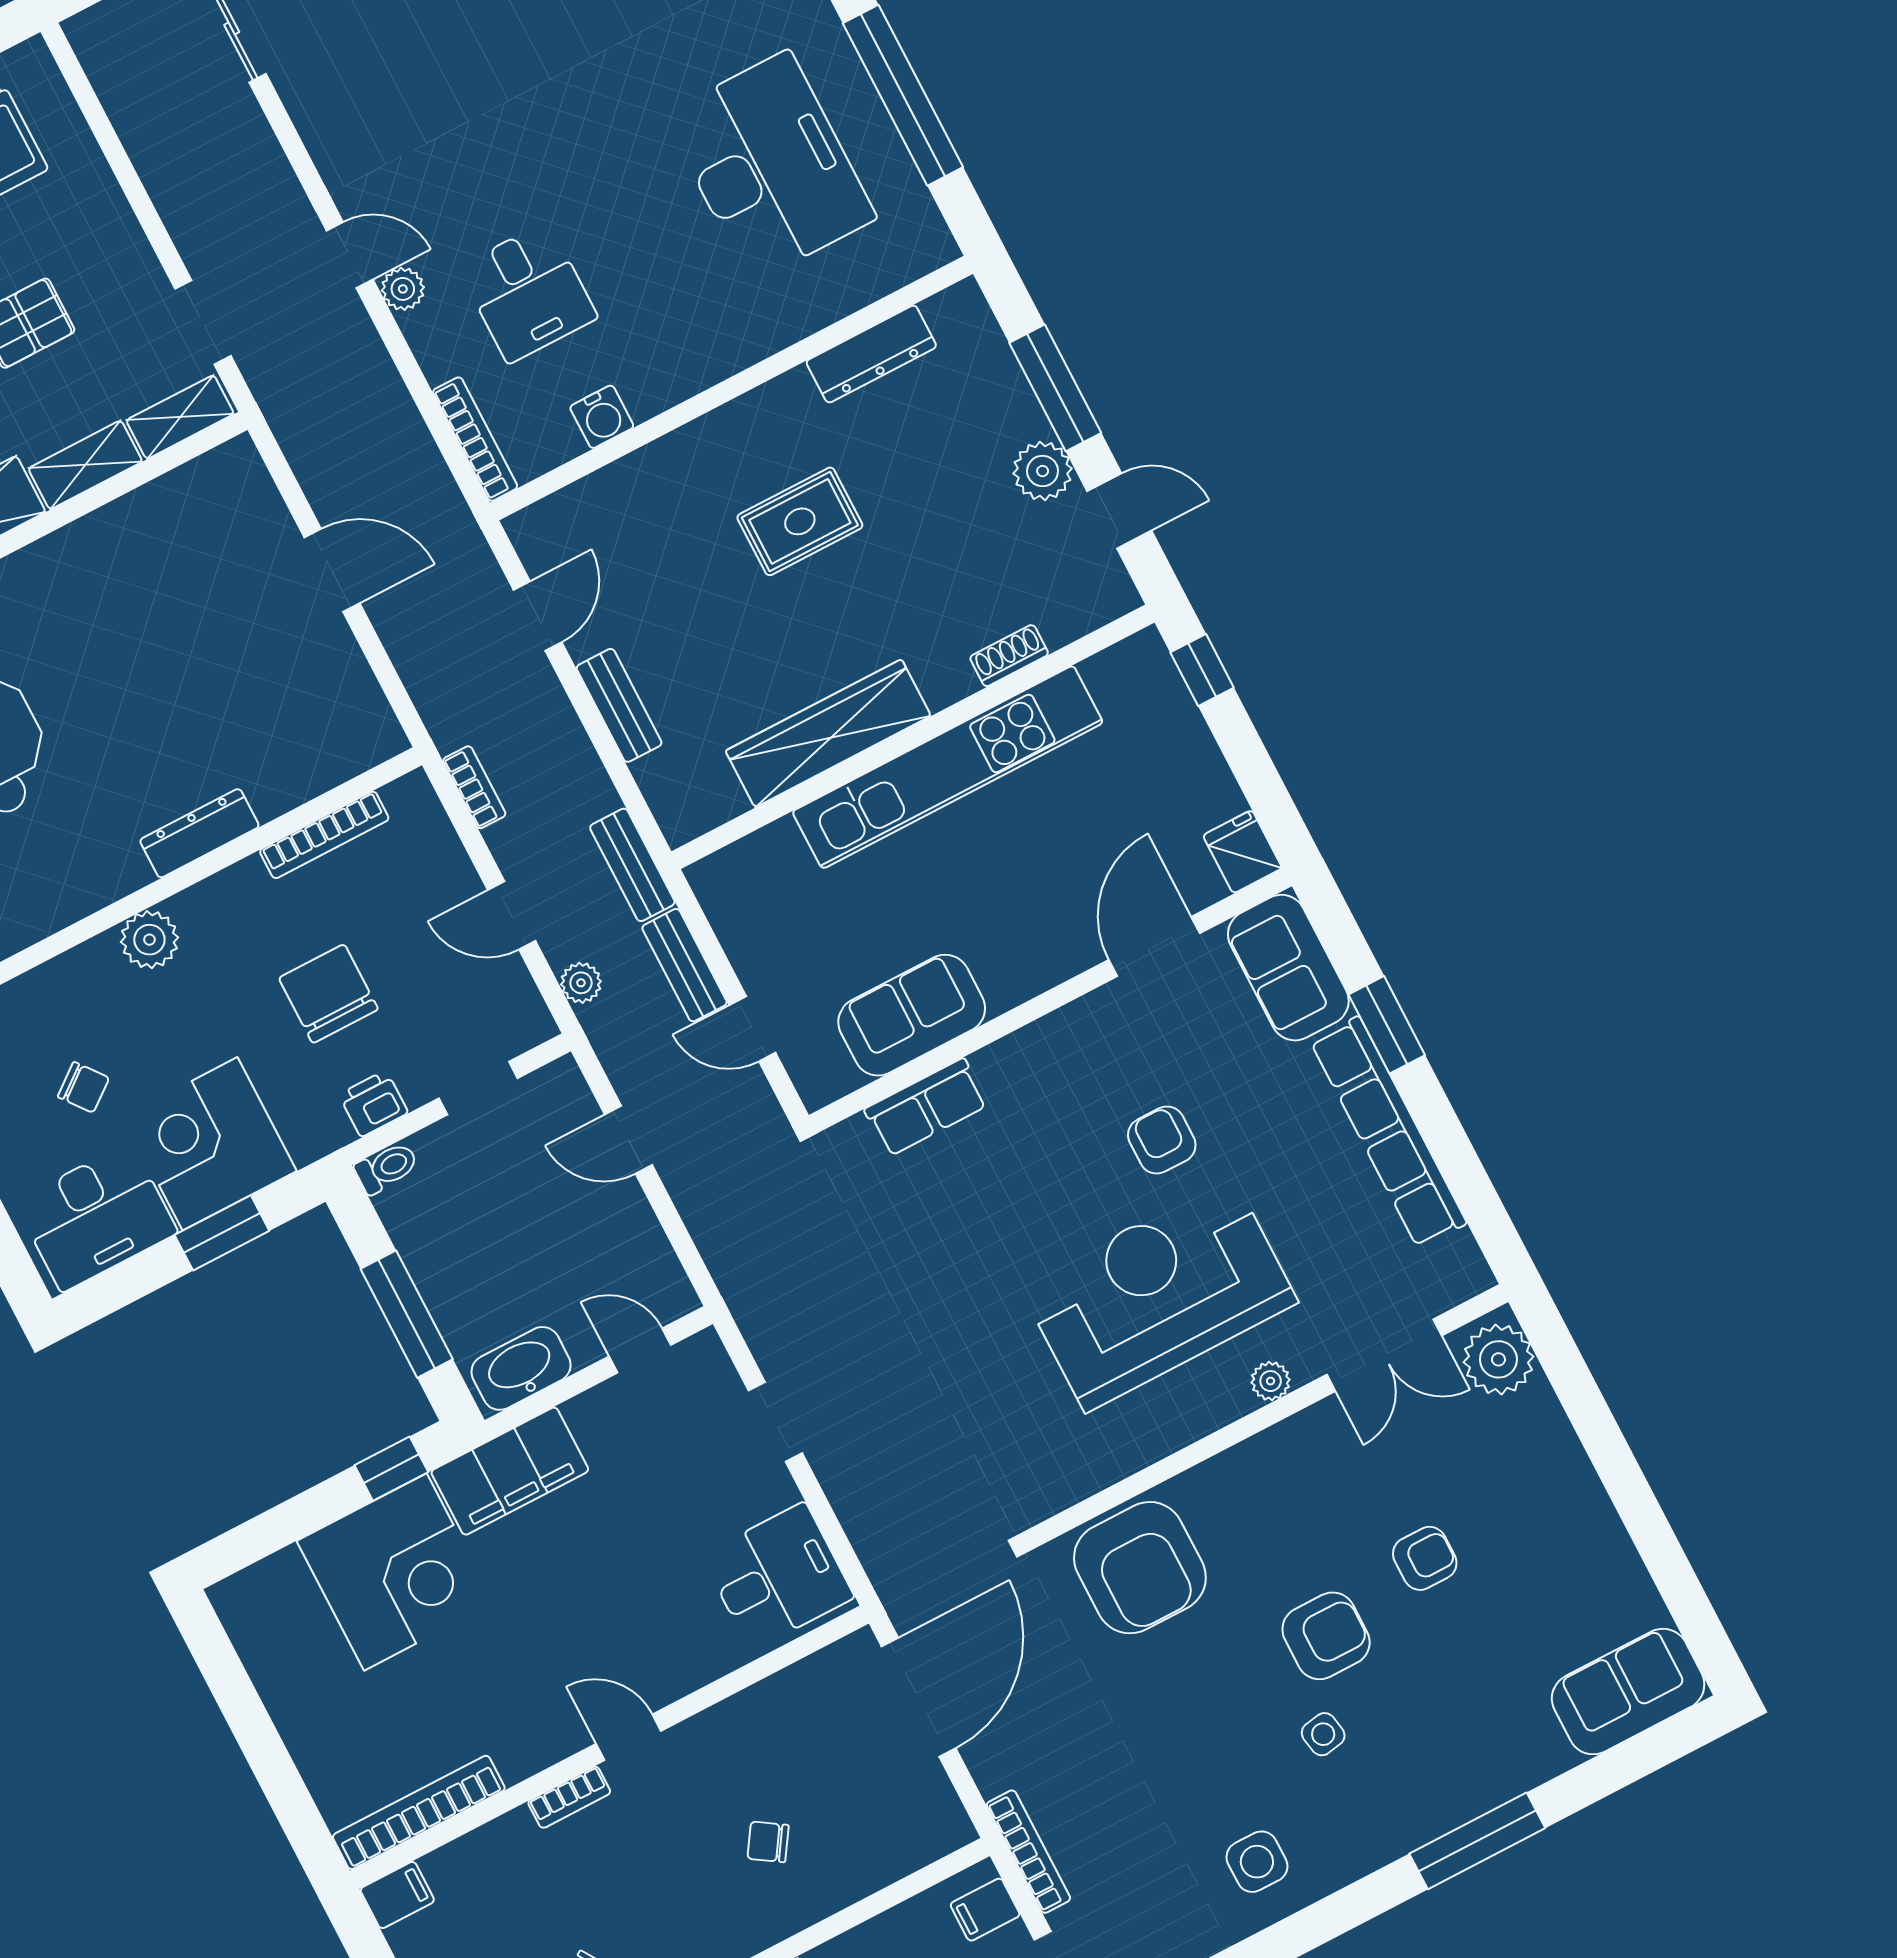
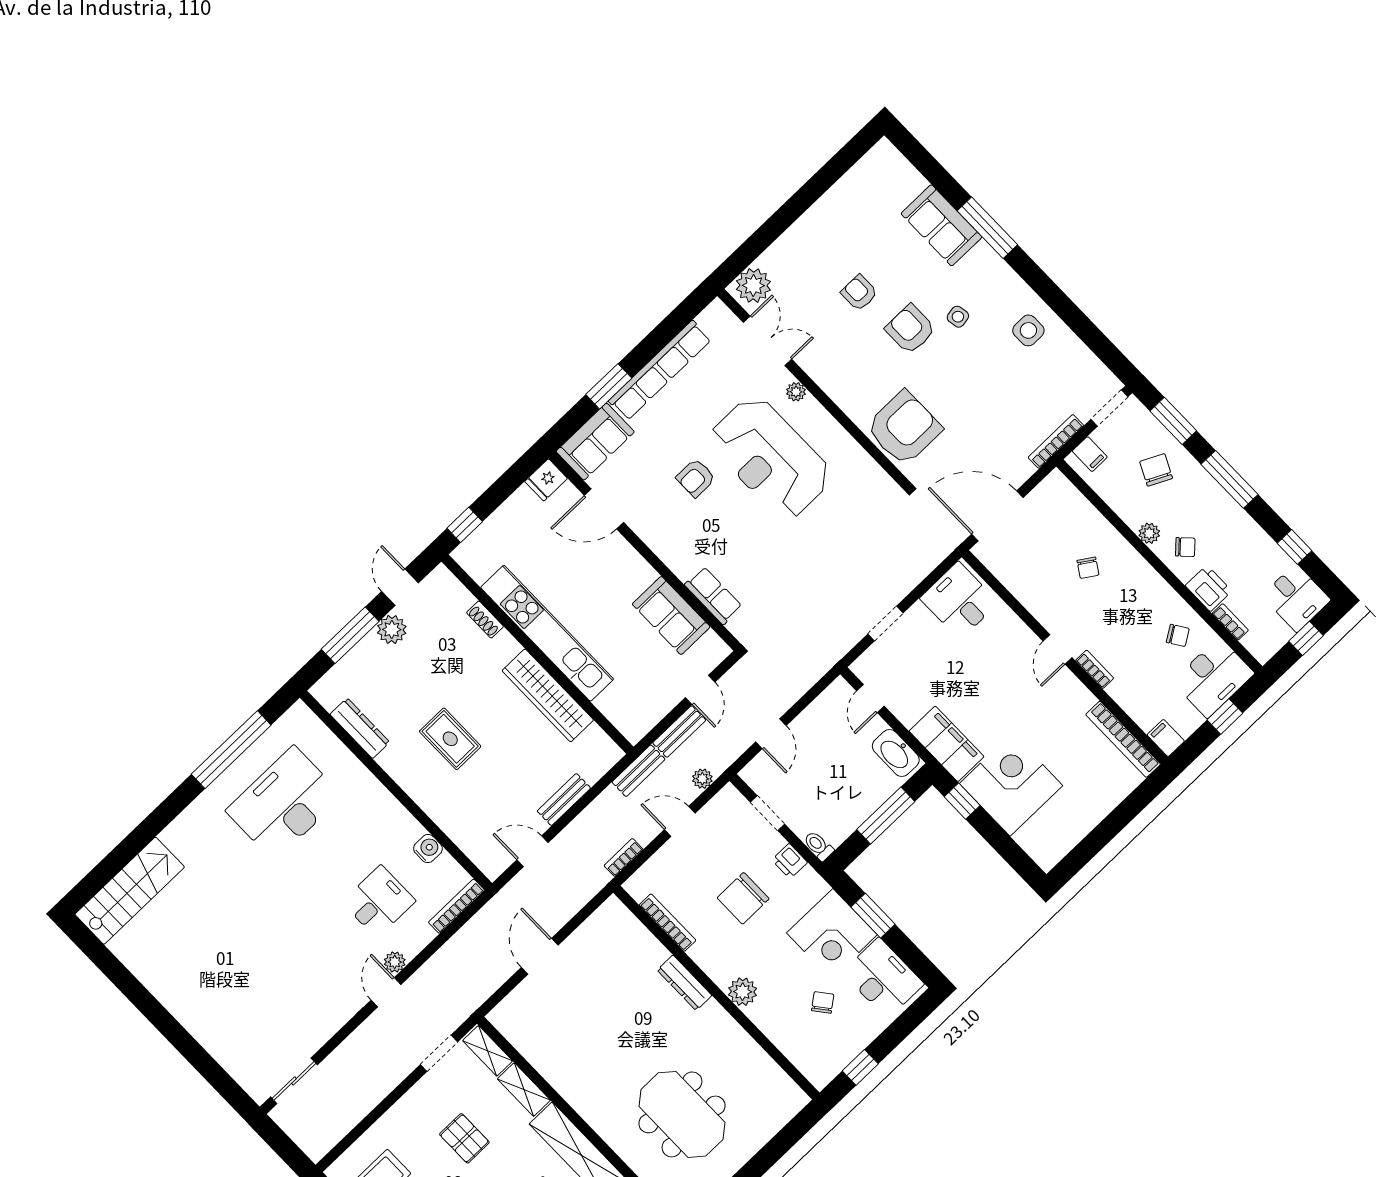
door: (512, 915) -> (680, 821), swing flipped
sofa: (1628, 1692) -> (941, 225), moved

